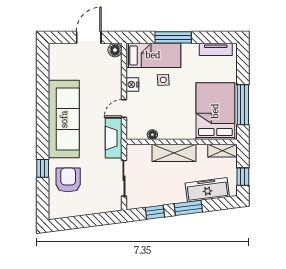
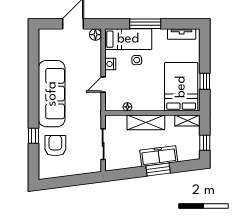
window: (243, 105) -> (205, 81), width x0.46
fireplace: (114, 138) -> (94, 110), removed
freezer: (207, 190) -> (159, 156), moved
window: (155, 212) -> (130, 173), removed

